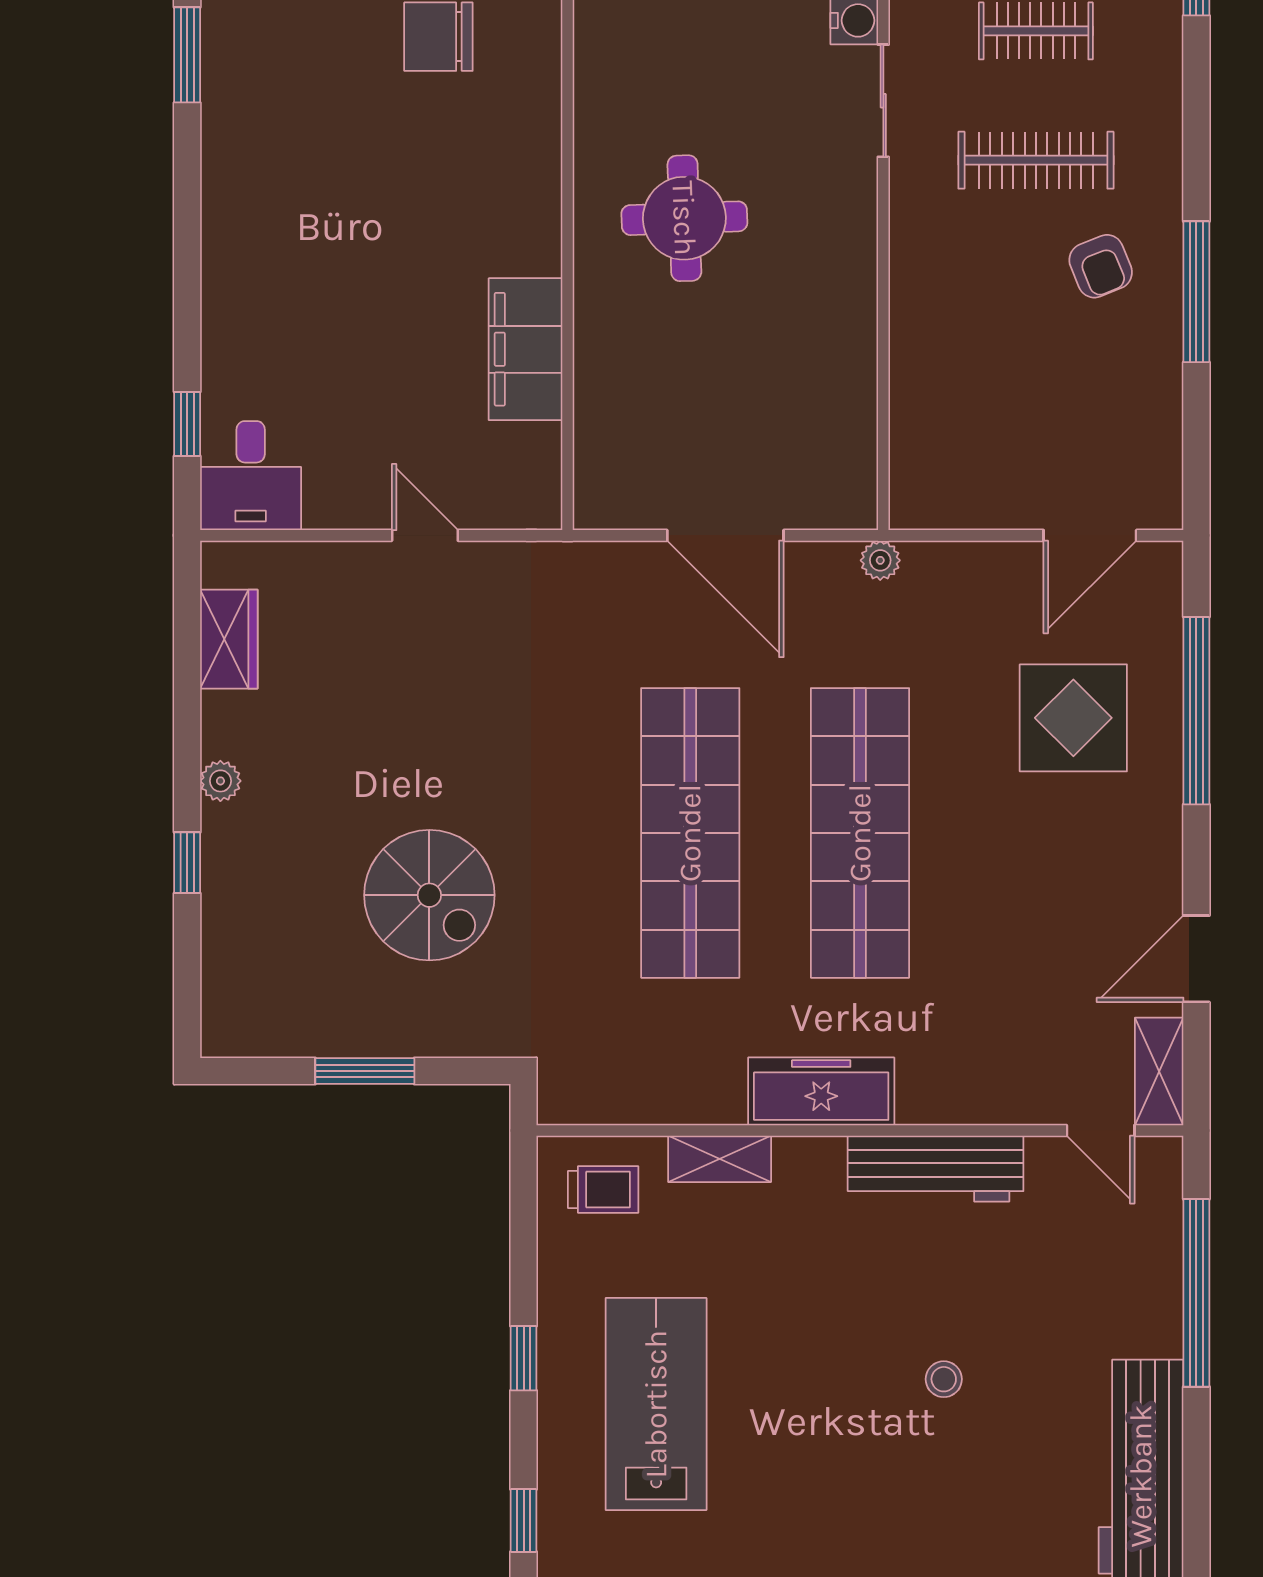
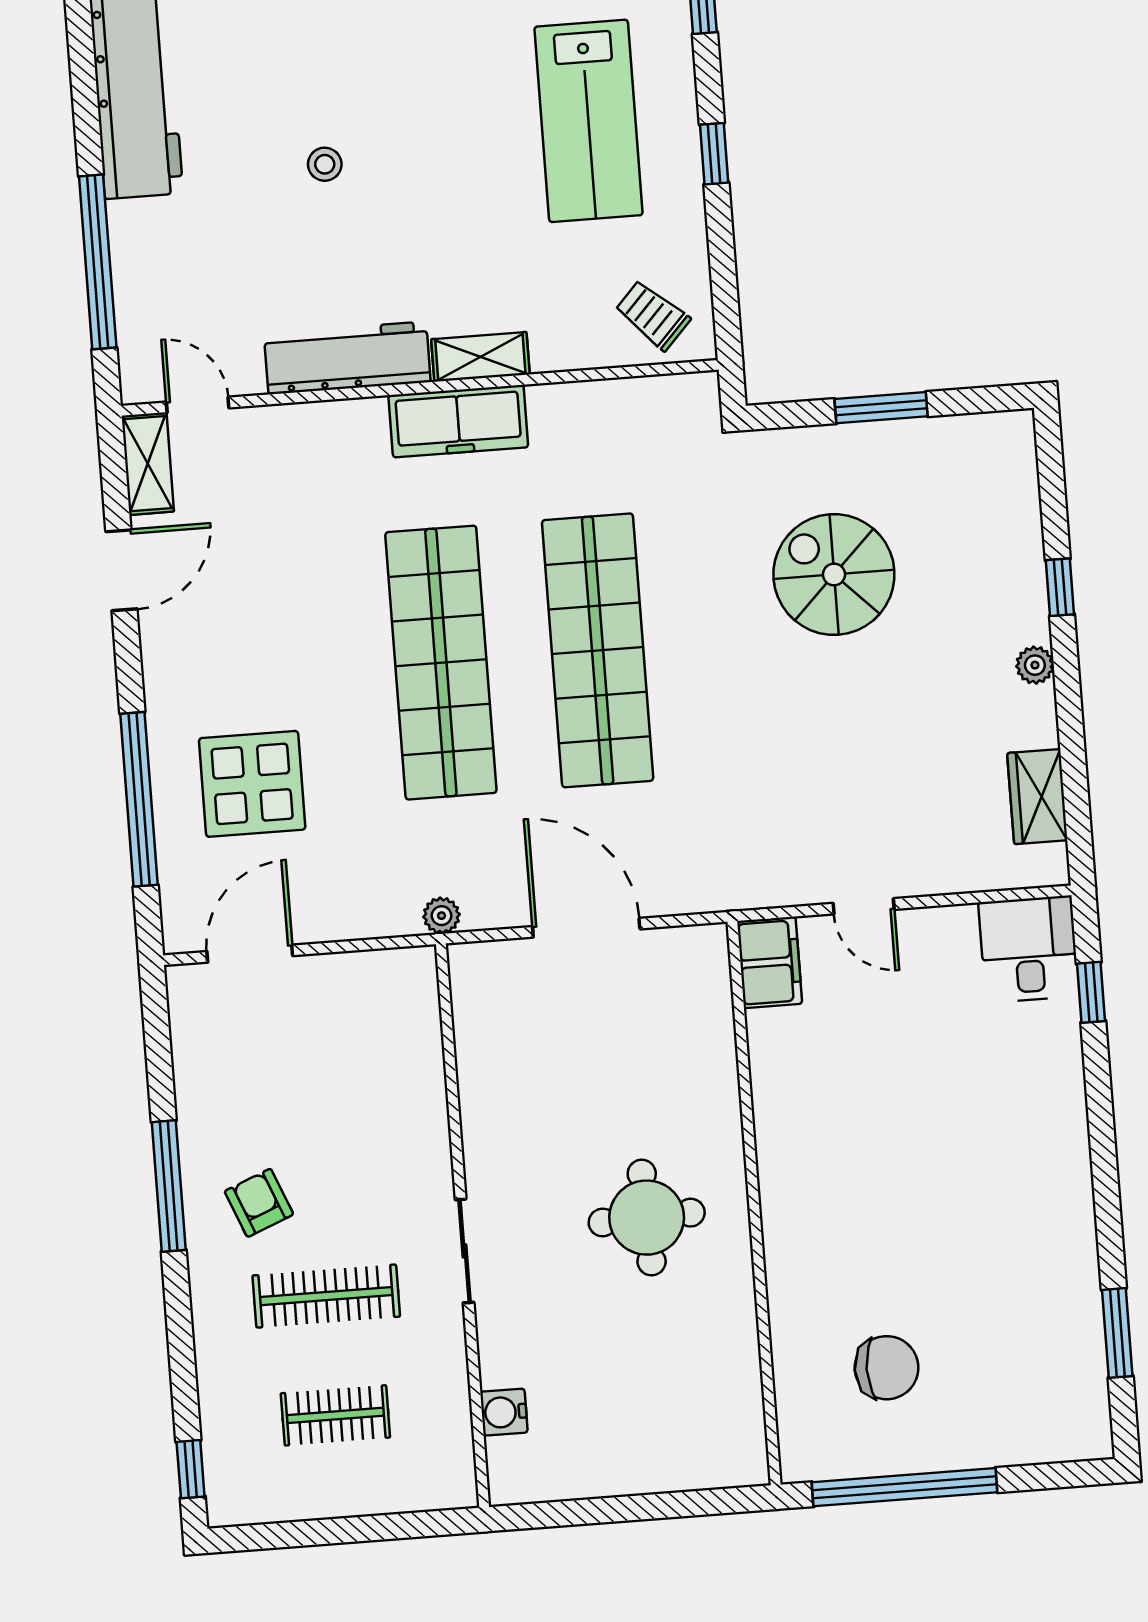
sliding door: (883, 101) -> (465, 1251), moved
filing cabinet: (526, 349) -> (770, 962), moved, width x0.67, depth x0.86
shelving: (720, 1159) -> (480, 357), moved
trolley: (603, 1190) -> (653, 315), turned 43

